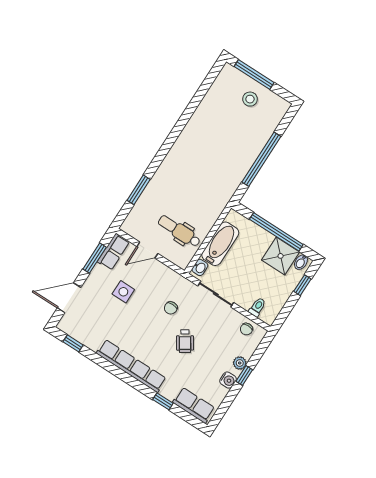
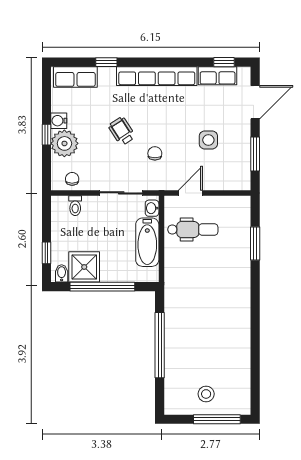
door: (147, 250) -> (190, 193), moved
row of seats: (113, 252) -> (218, 76), moved, turned -90
plant: (240, 363) -> (64, 143), width x1.88, depth x1.88

